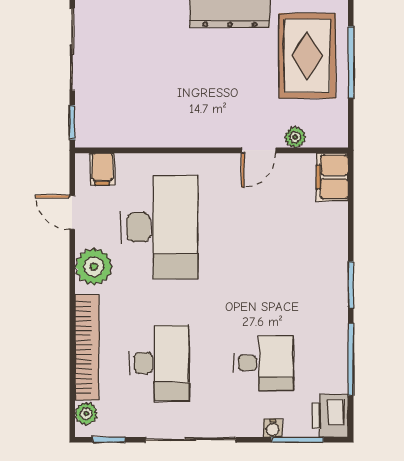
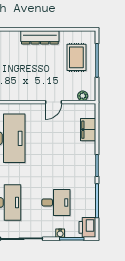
rug: (307, 56) -> (76, 57), width x0.73, depth x0.70
plant: (295, 137) -> (83, 96), moved
filing cabinet: (332, 177) -> (88, 130), moved

